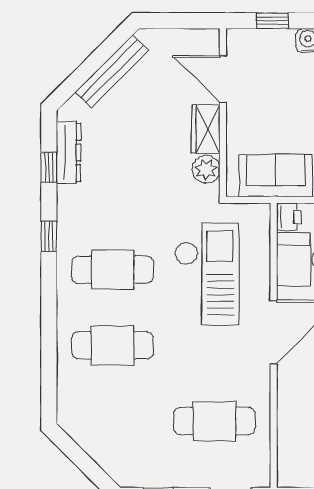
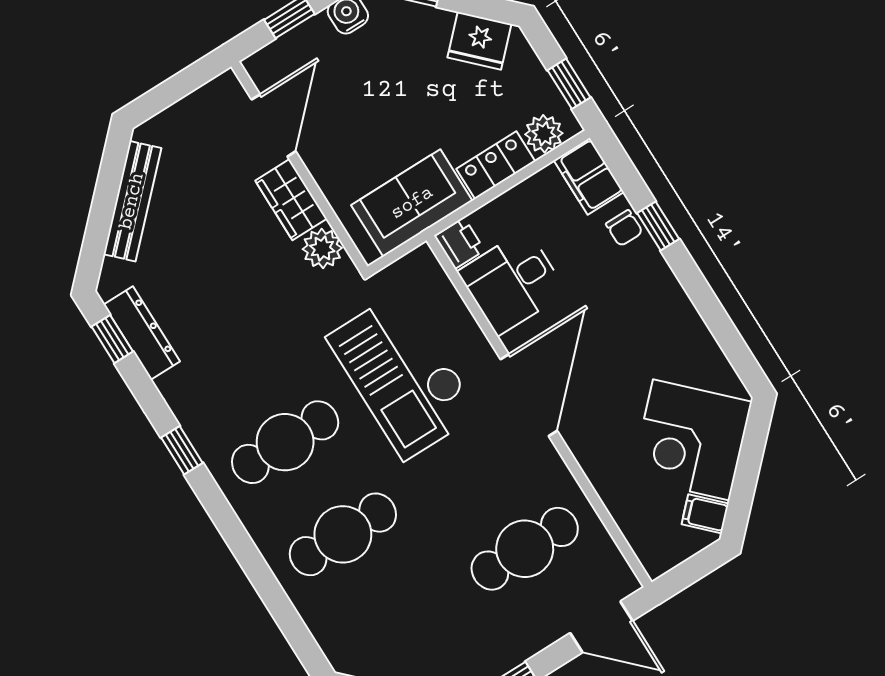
door: (223, 79) -> (274, 125), swing flipped
window: (49, 167) -> (112, 339), moved
checkout: (207, 274) -> (403, 375), turned 180

